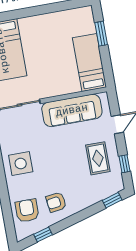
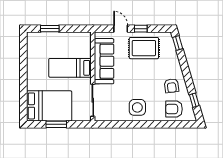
bed: (89, 62) -> (70, 68), moved
rug: (98, 158) -> (144, 48), width x1.36, depth x1.43
window: (124, 164) -> (141, 29), moved

